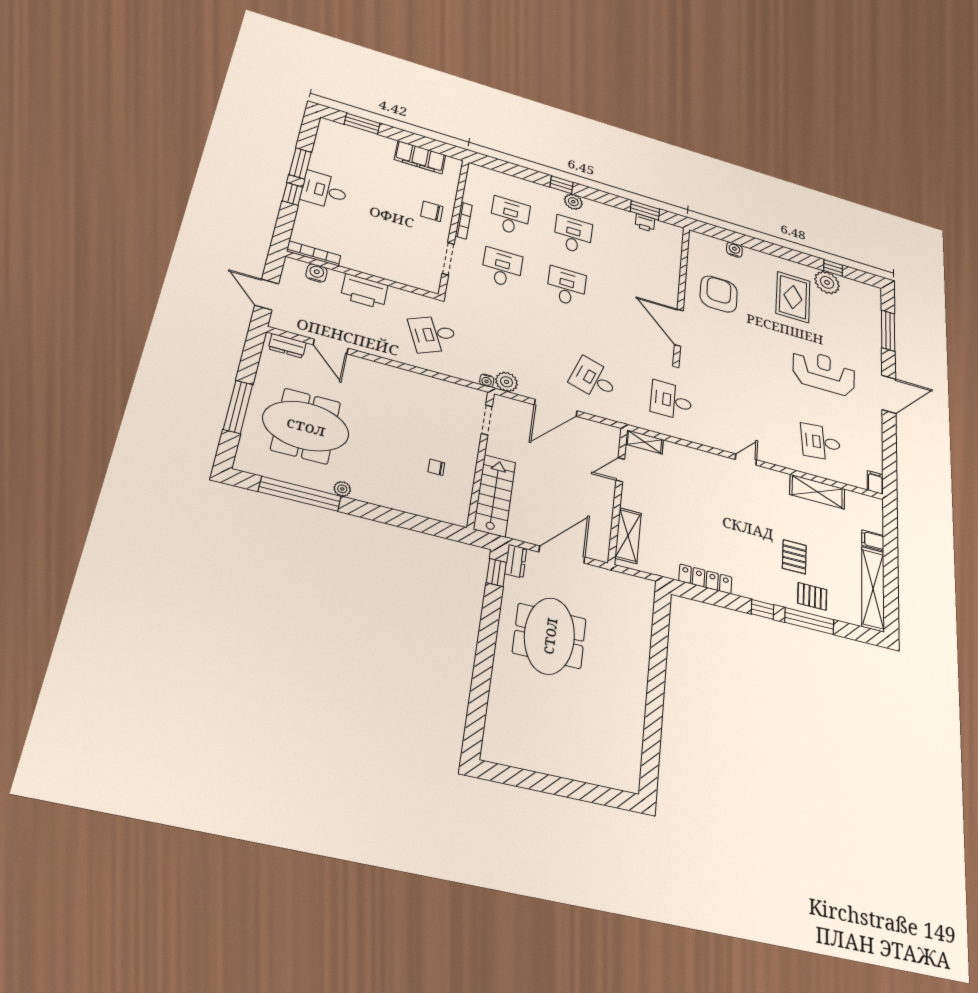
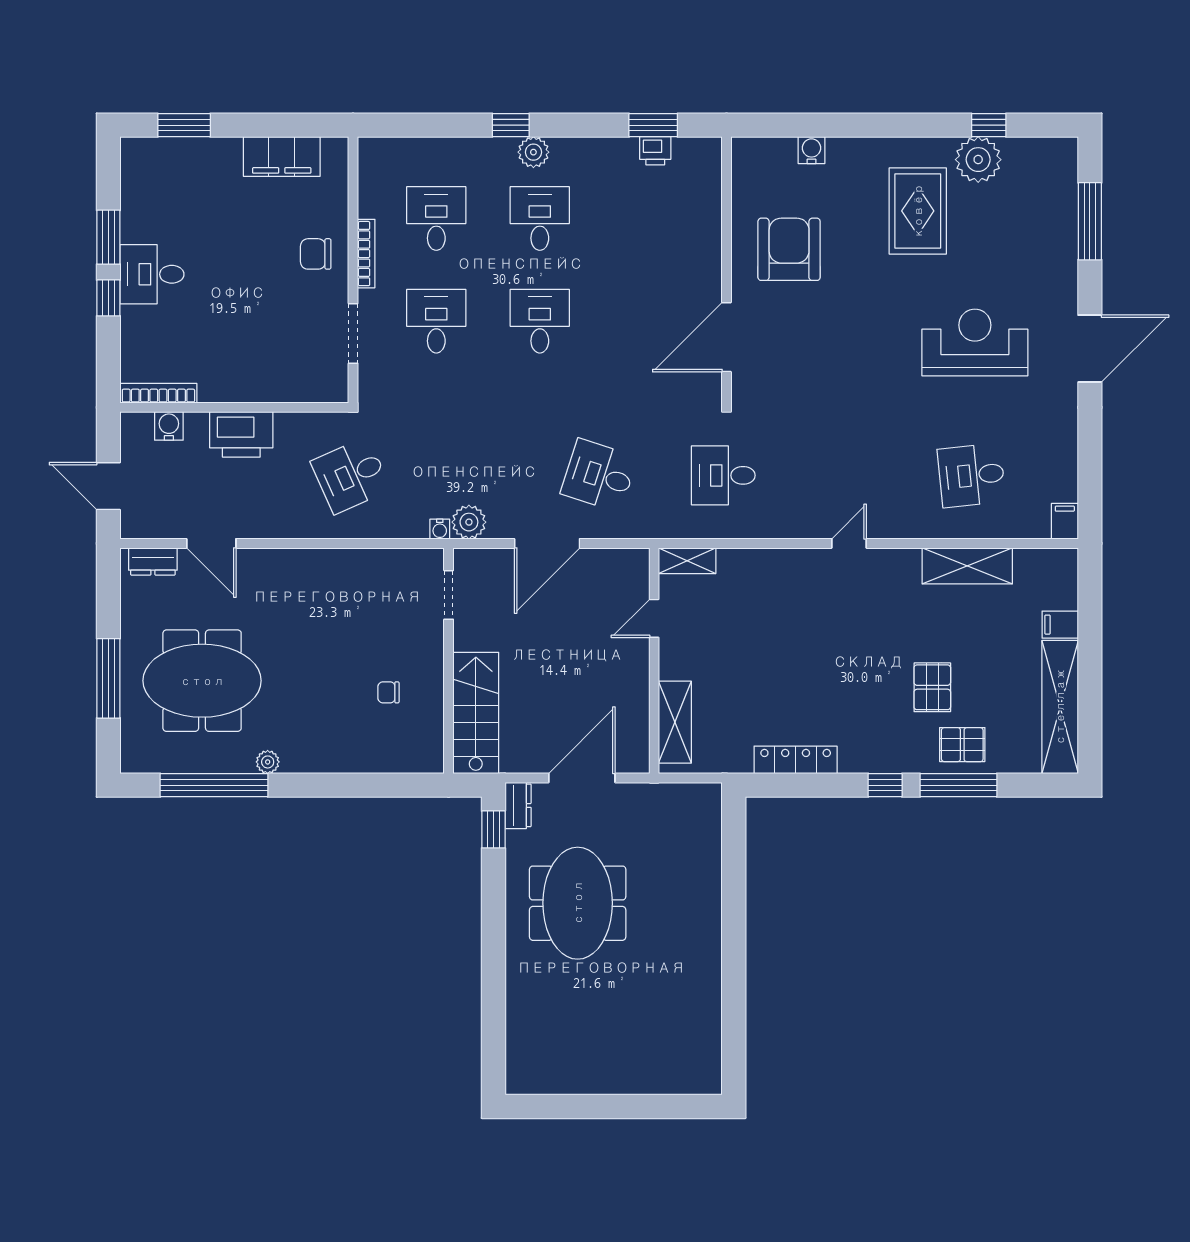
door: (679, 328) -> (727, 337), hinge flipped

